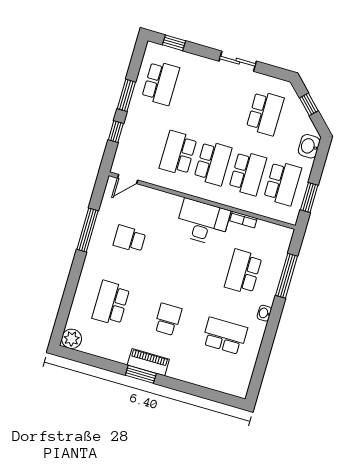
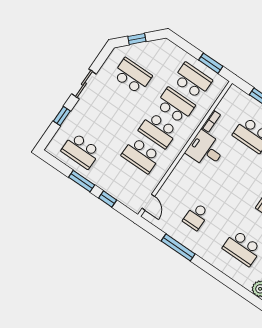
window: (174, 43) -> (62, 116), moved
school desk: (161, 83) -> (81, 151), turned 180
washbasin: (309, 146) -> (170, 50), removed
school desk: (213, 163) -> (158, 130), turned 180
desk: (203, 222) -> (205, 150), width x0.73

